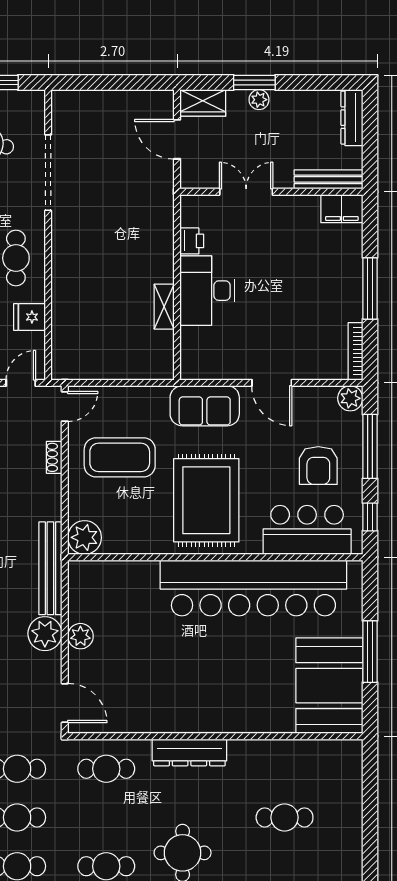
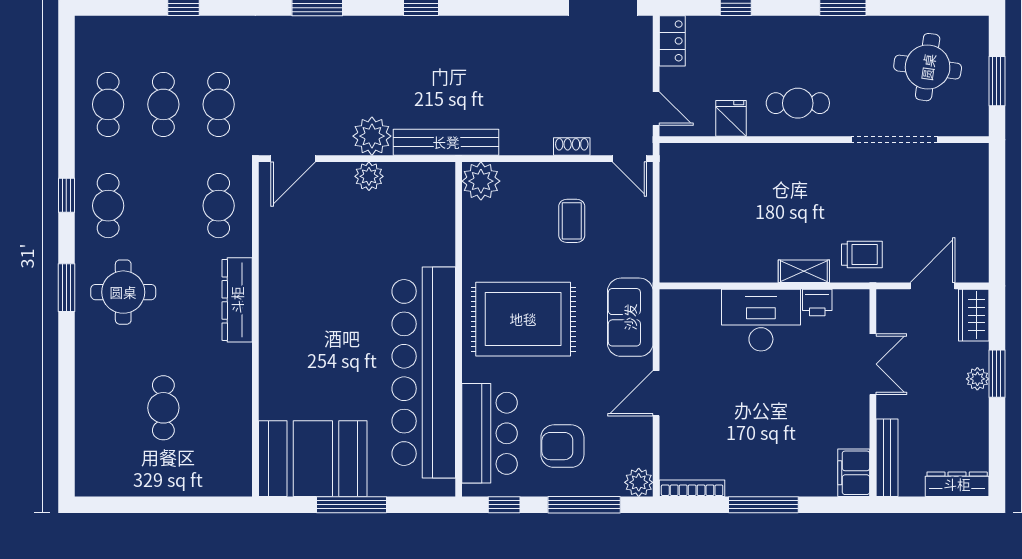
trolley: (149, 202) -> (862, 255), added
shelving: (164, 307) -> (804, 271), moved
coffee table: (120, 457) -> (572, 221), width x0.54, depth x0.58

